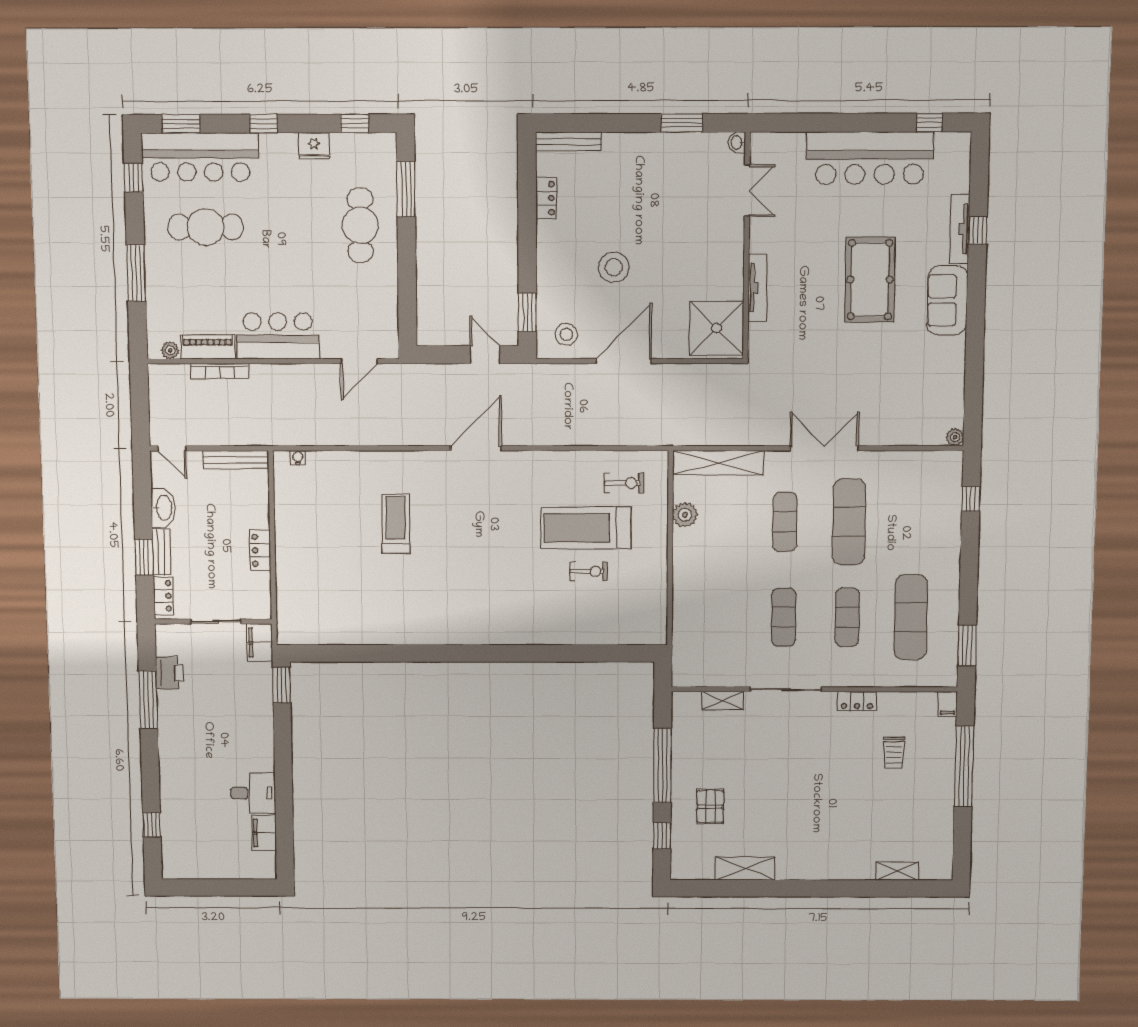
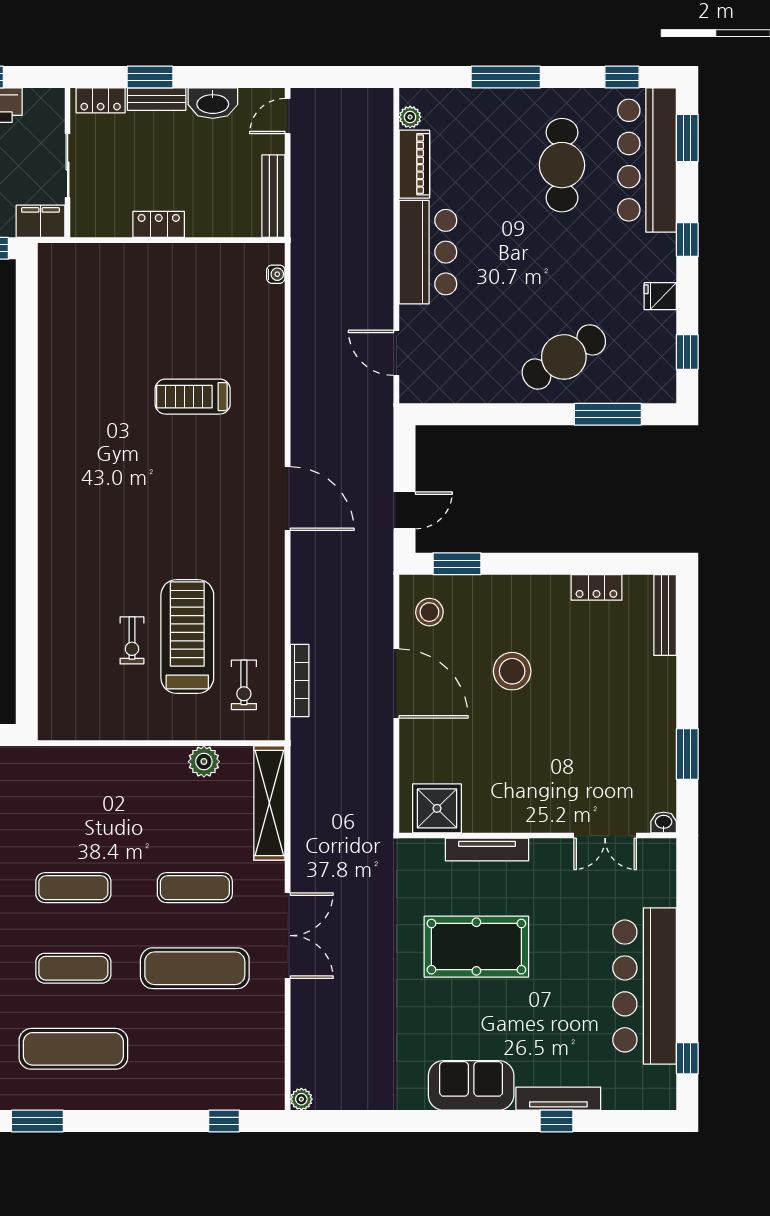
fridge: (314, 146) -> (660, 296), width x0.72
cafe table: (360, 225) -> (564, 357), turned -32
pool table: (870, 280) -> (476, 947), moved
shower: (717, 328) -> (437, 808), width x0.73, depth x0.73
bookcase: (220, 371) -> (300, 680), moved, turned 180
treadmill: (396, 524) -> (193, 397), turned 180

